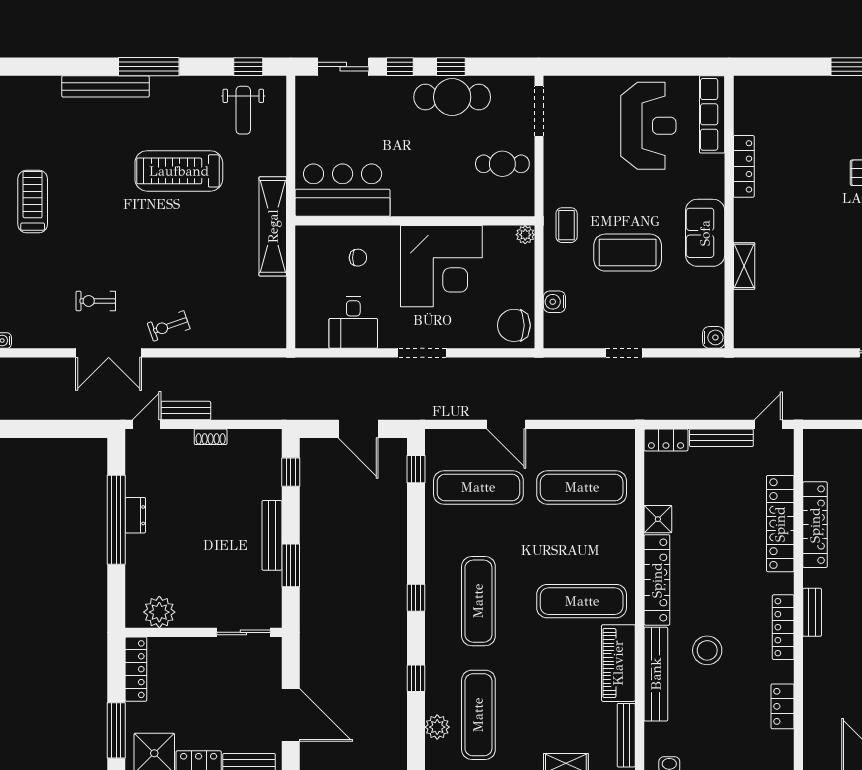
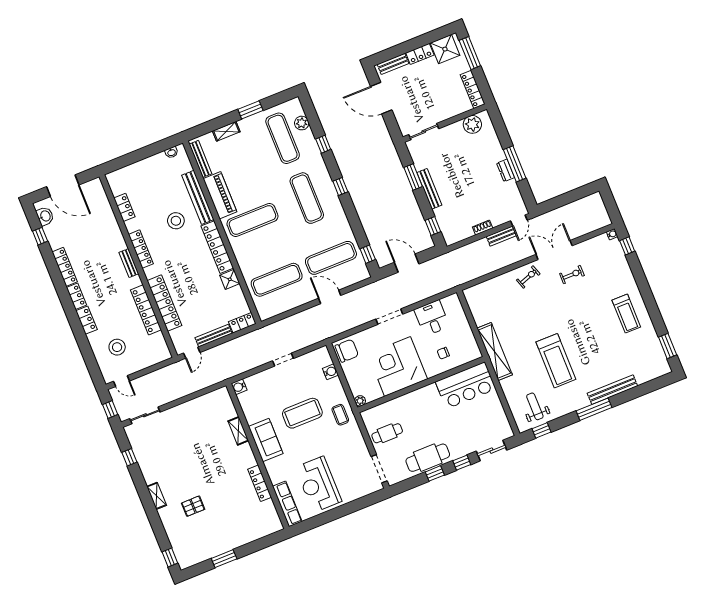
treadmill: (179, 171) -> (556, 361), turned 90
window: (116, 520) -> (515, 164), width x0.68

